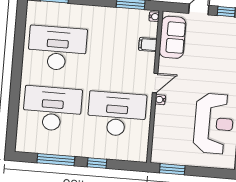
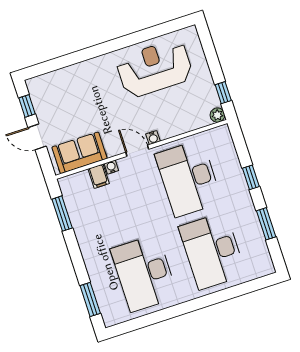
water cooler: (154, 17) -> (111, 167), moved
plant: (157, 157) -> (217, 115), added
window: (56, 160) -> (266, 224), width x0.69
window: (172, 169) -> (223, 93), width x0.67

